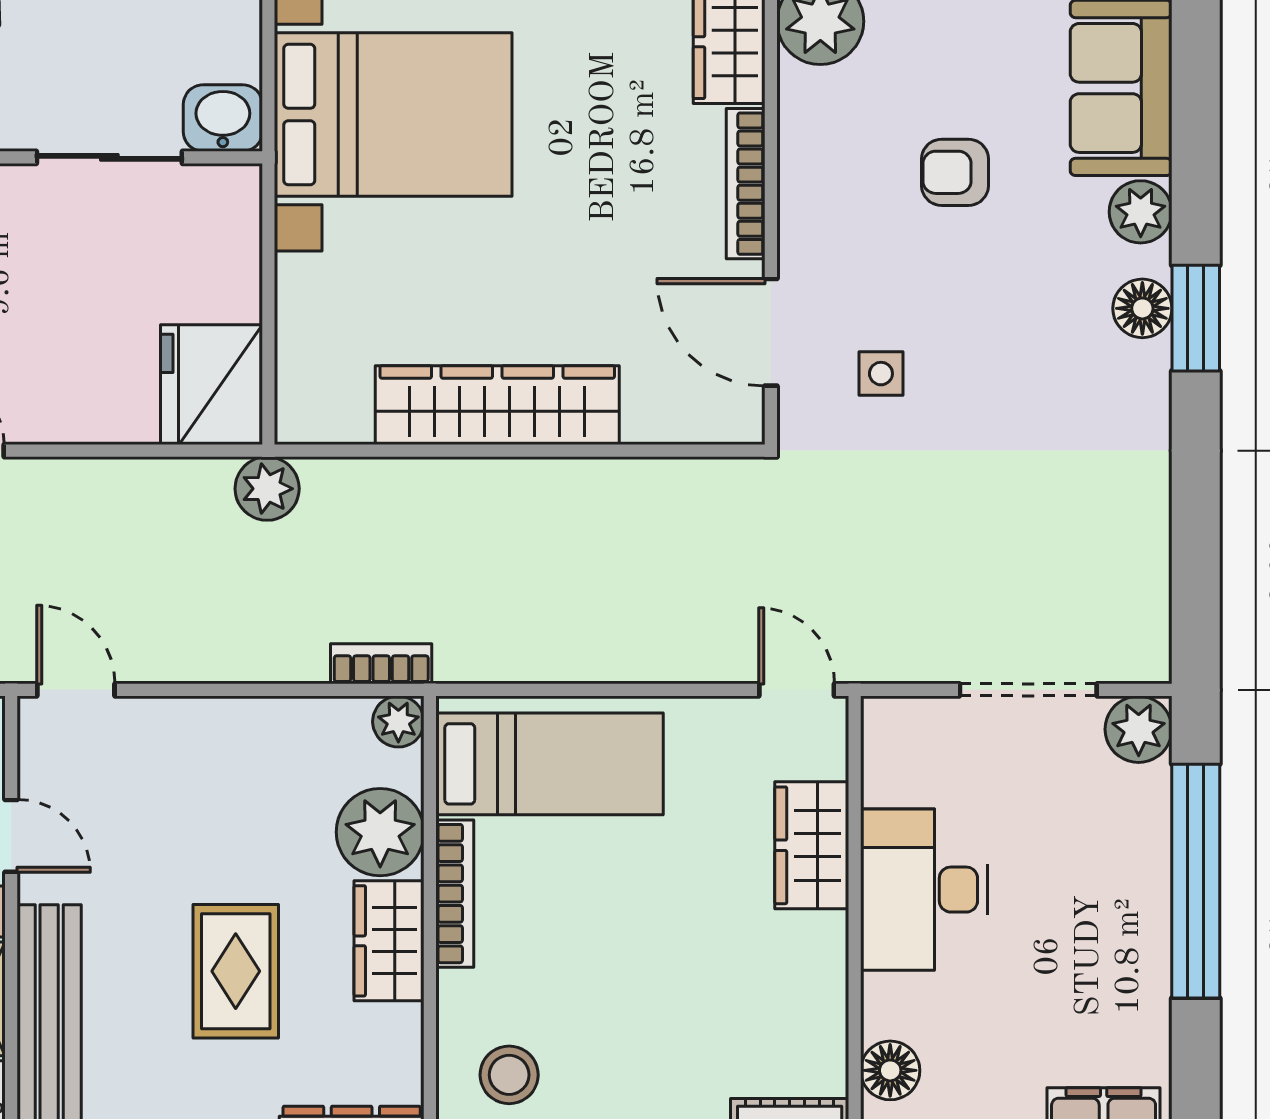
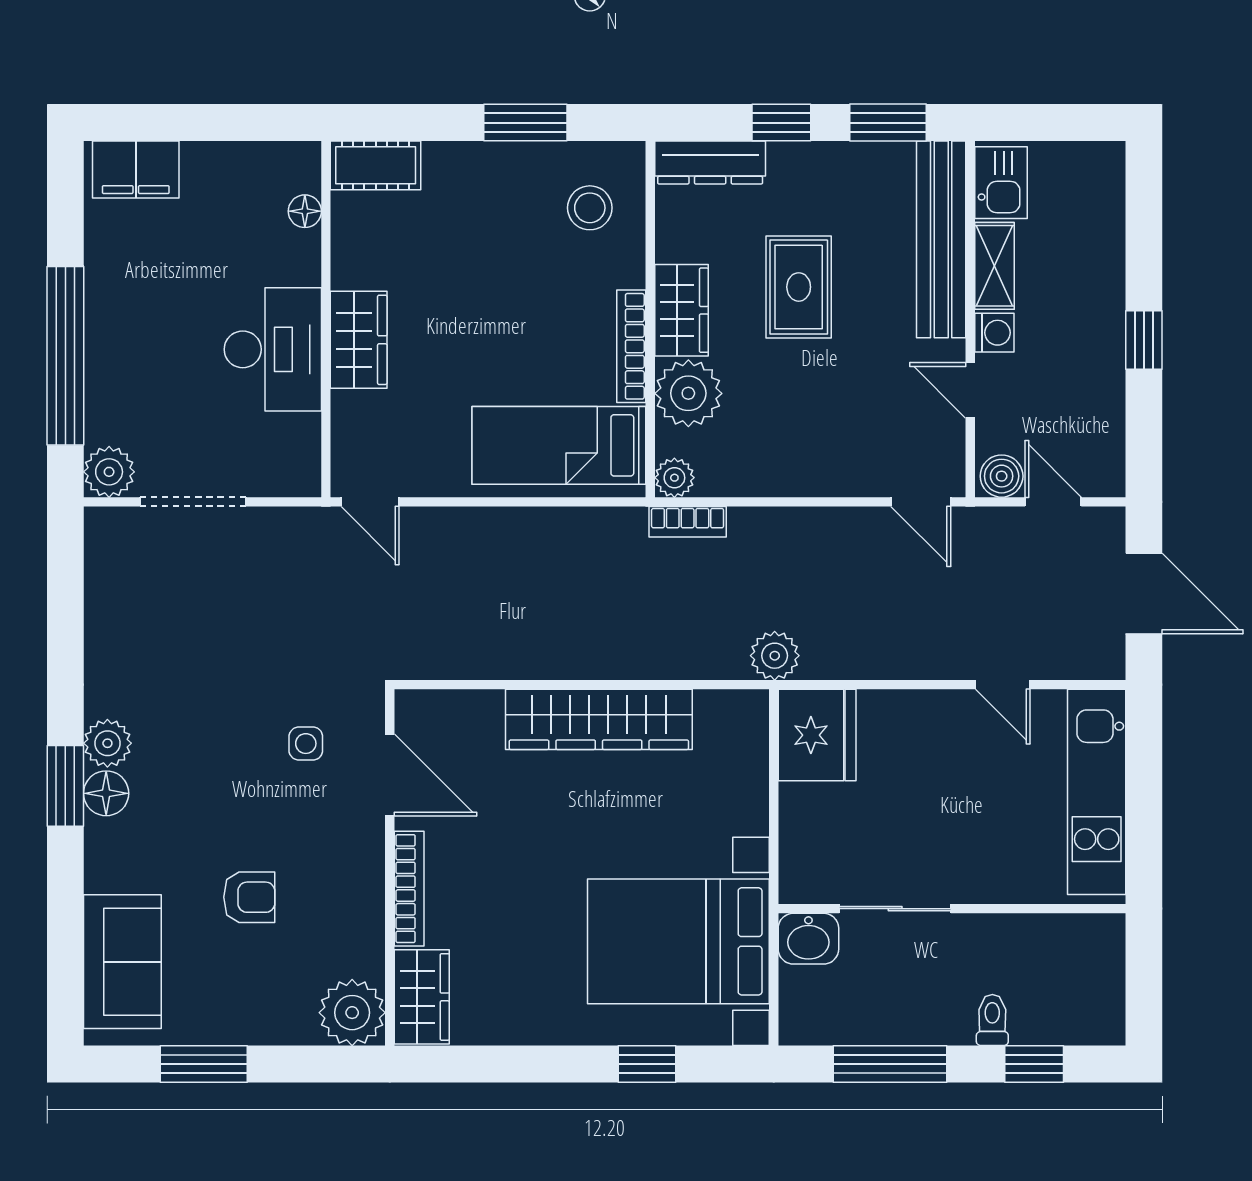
plant: (1141, 212) -> (107, 743), moved
wardrobe: (812, 845) -> (359, 340), moved
floor lamp: (890, 1070) -> (305, 211), width x0.73, depth x0.73

